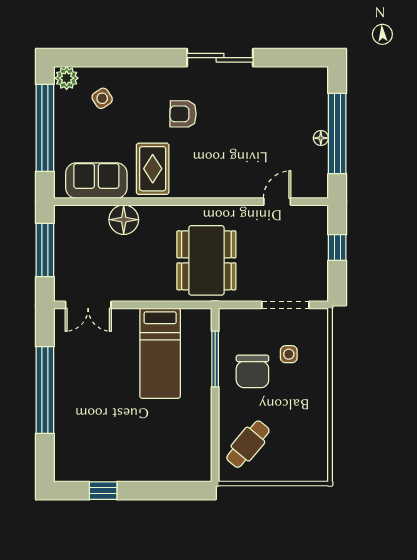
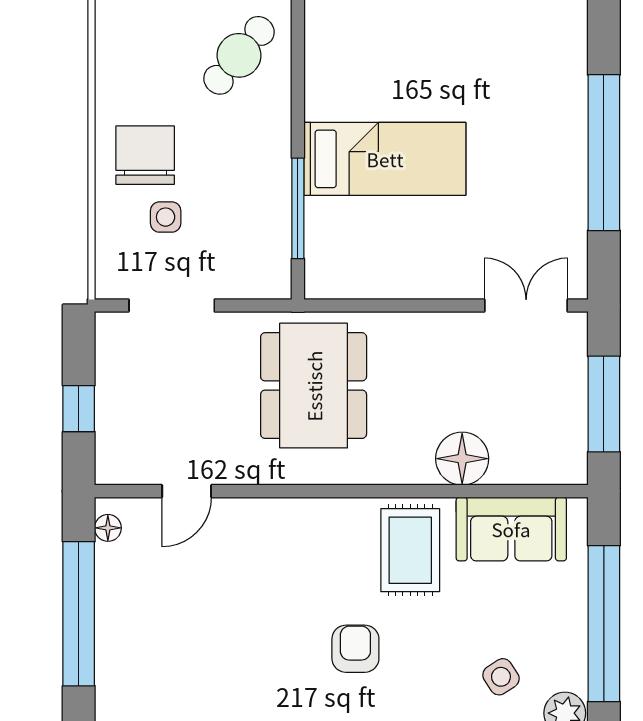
armchair: (183, 114) -> (355, 649), turned -91
floor lamp: (321, 138) -> (108, 528), moved
bed: (160, 353) -> (385, 159), moved, turned 90
chair: (252, 371) -> (145, 155), moved

